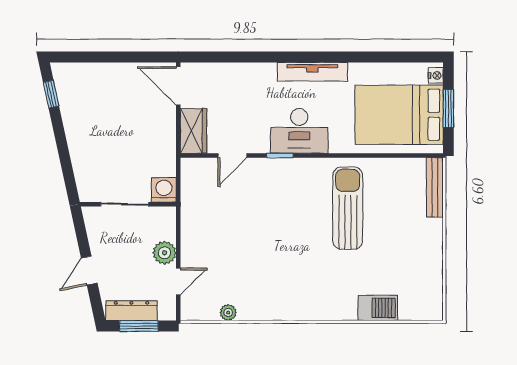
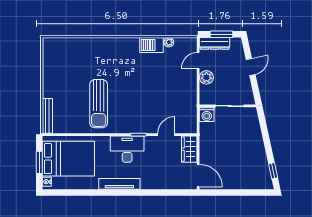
barbecue: (378, 308) -> (152, 45), moved
dresser: (132, 311) -> (215, 43), moved

